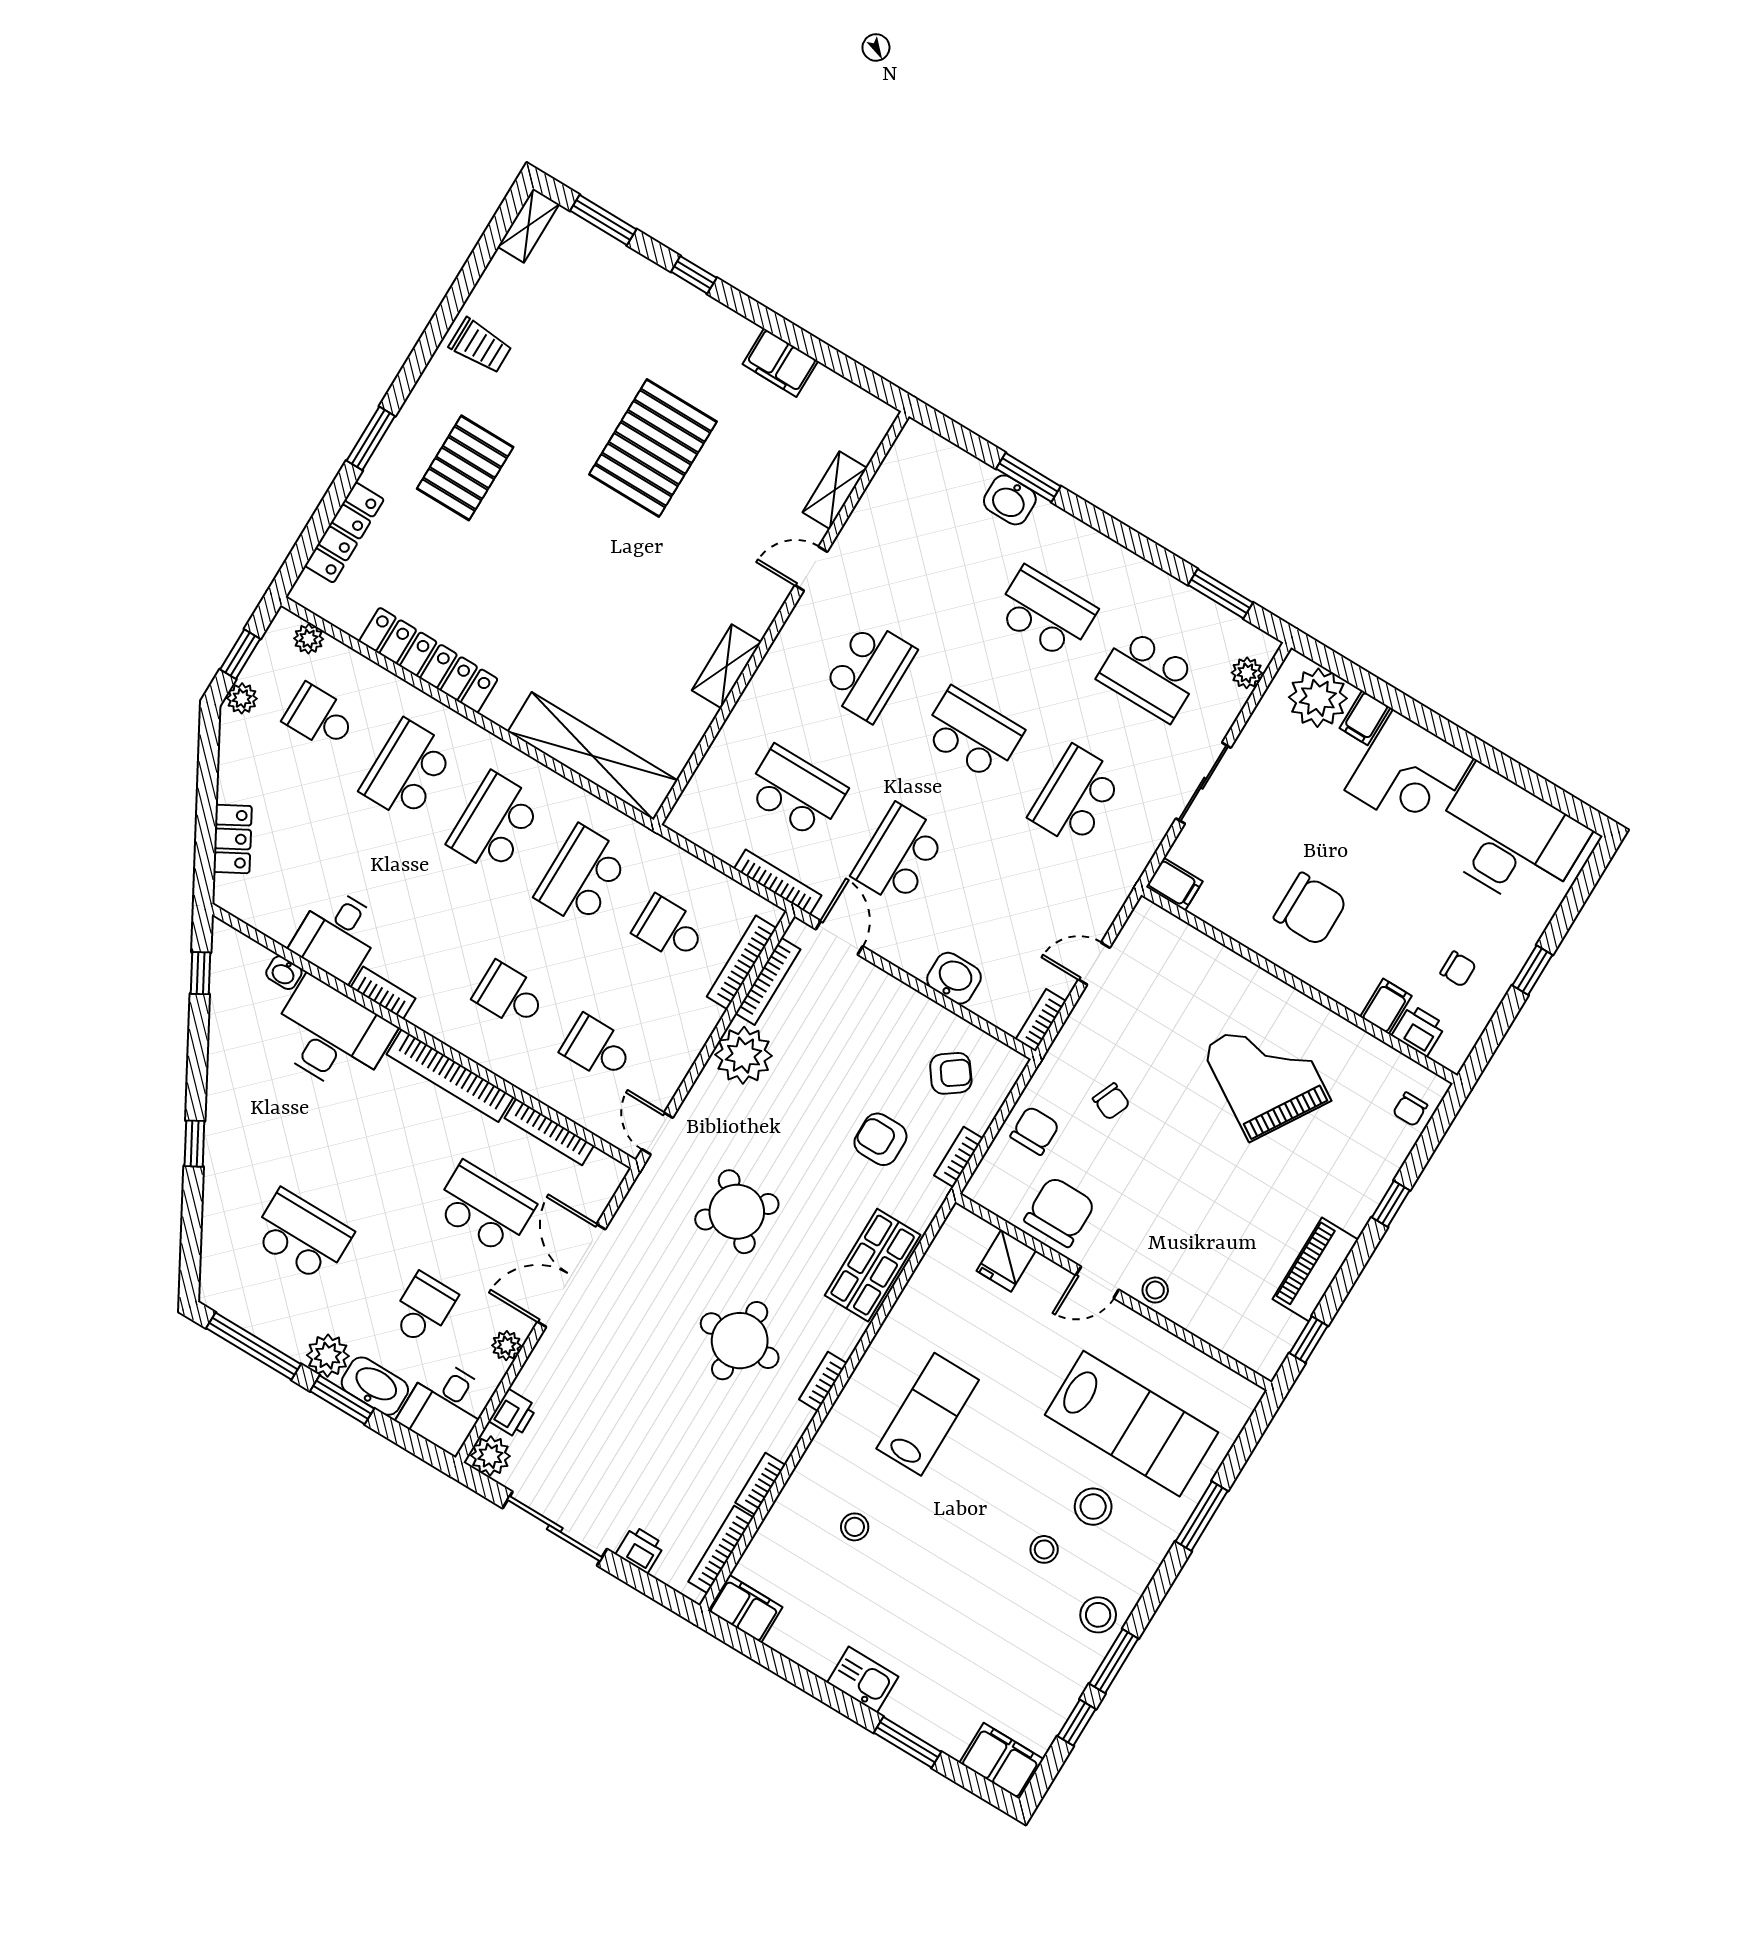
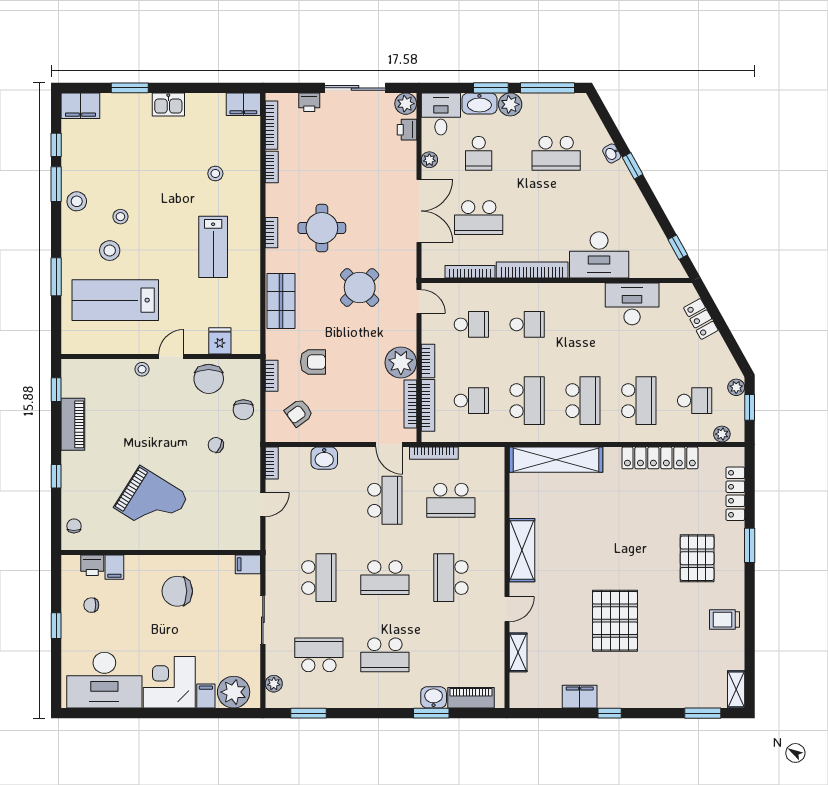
window: (694, 275) -> (610, 713), moved
piano: (951, 464) -> (471, 698), added
shelving: (727, 666) -> (522, 550), width x1.50, depth x1.33
desk: (337, 935) -> (632, 304), width x1.37
washbasin: (284, 973) -> (612, 153), moved, turned -119
bookcase: (383, 993) -> (428, 361), moved, turned -90

